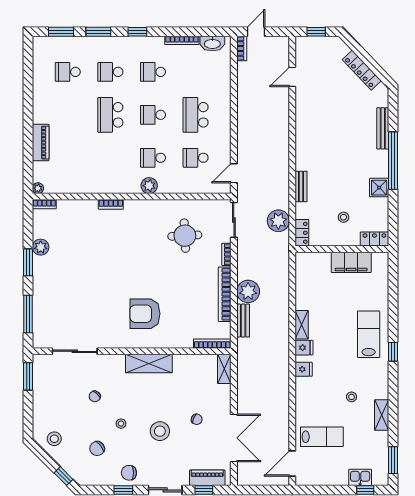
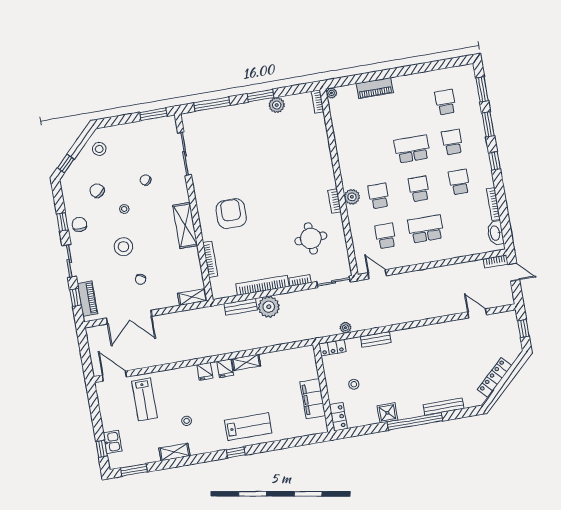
bookcase: (111, 204) -> (335, 201), moved
plant: (278, 221) -> (346, 328), width x0.53, depth x0.53
bookcase: (212, 344) -> (210, 259), moved

